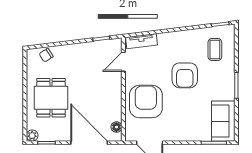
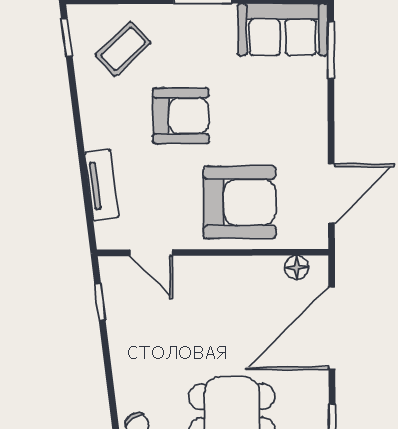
tv unit: (141, 41) -> (102, 185), moved
coffee table: (215, 49) -> (123, 49), turned -43
armchair: (146, 102) -> (240, 202), turned 180

